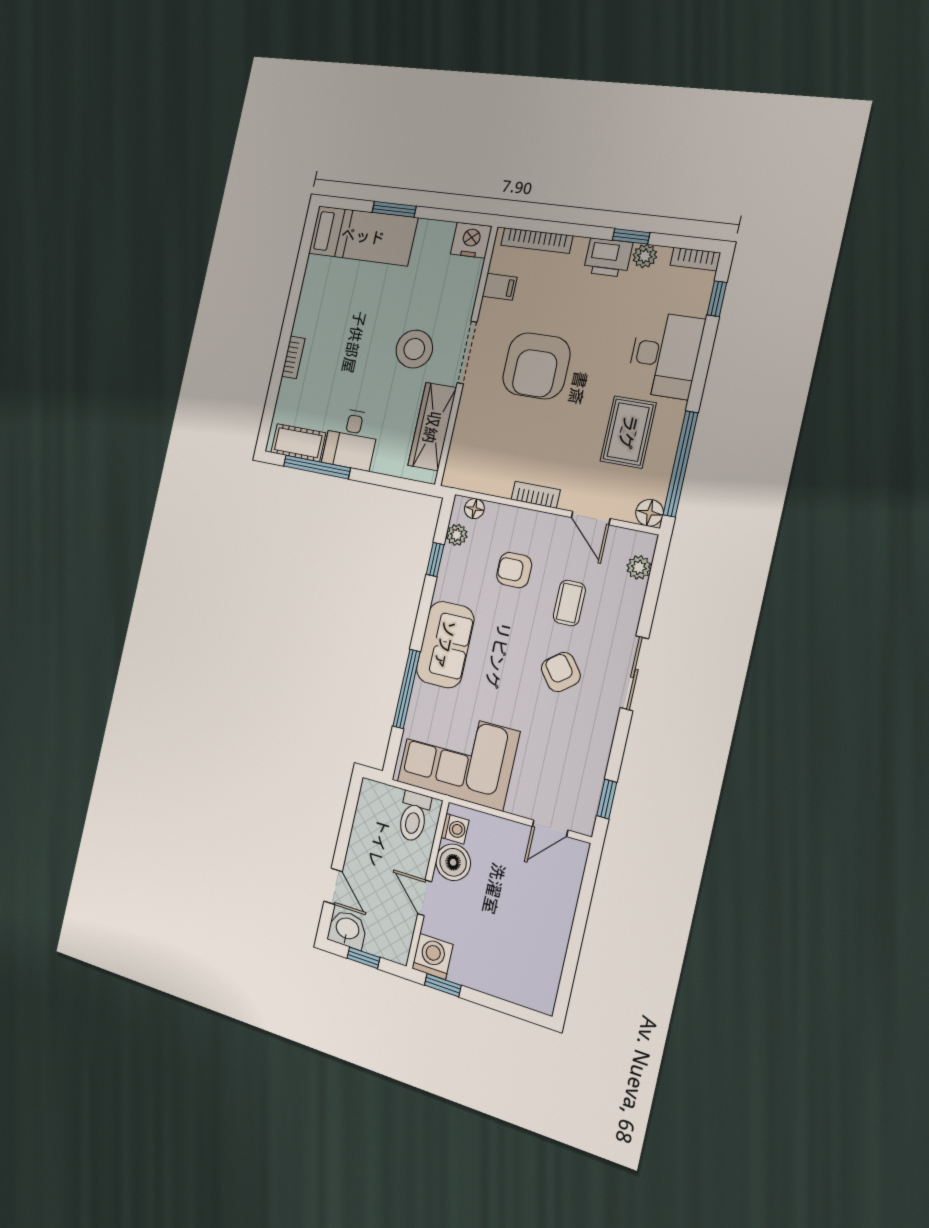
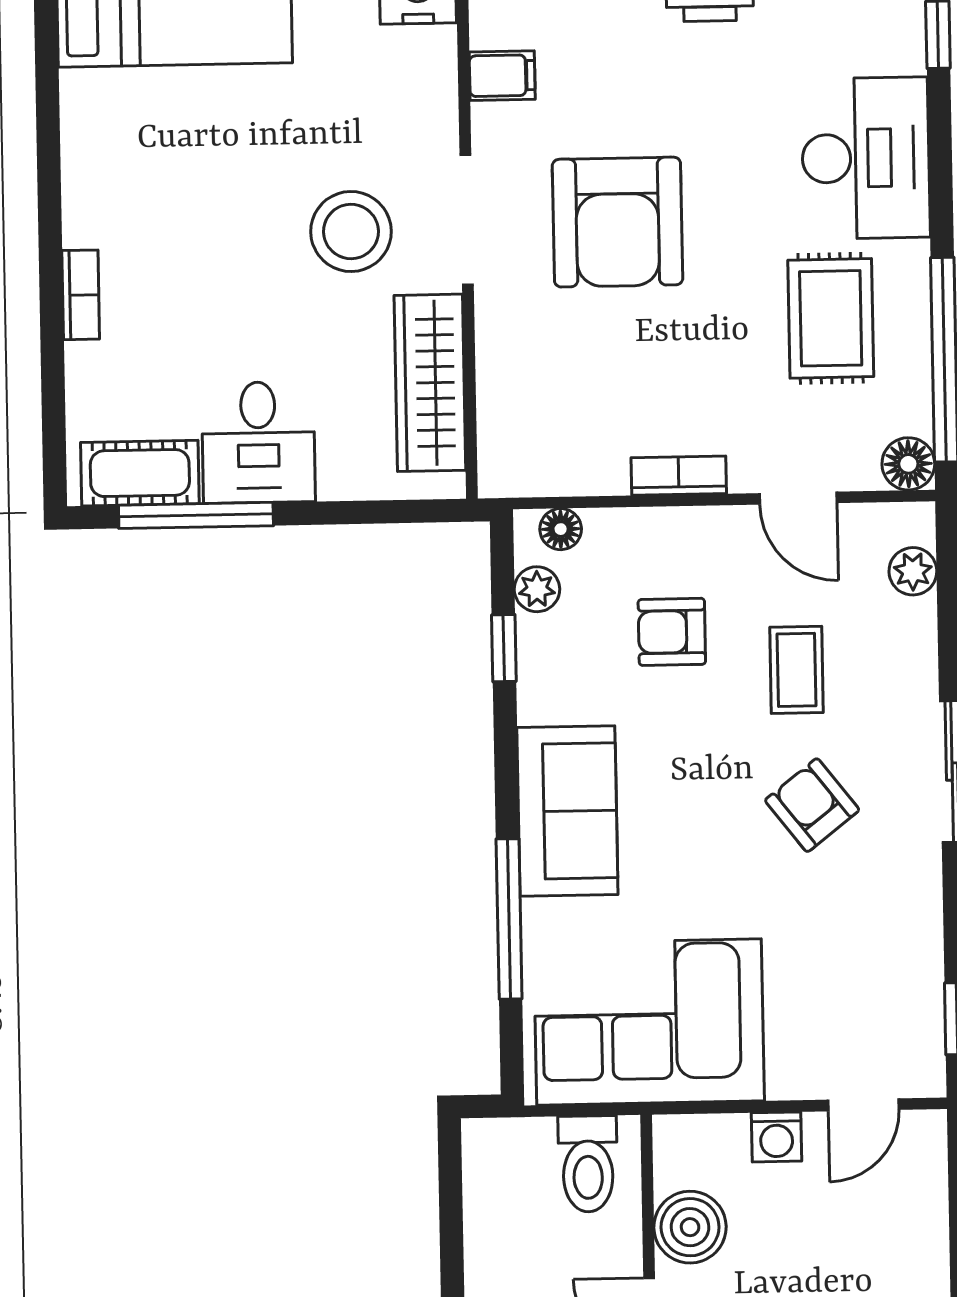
washing machine: (455, 829) -> (777, 1137), moved, turned 90

